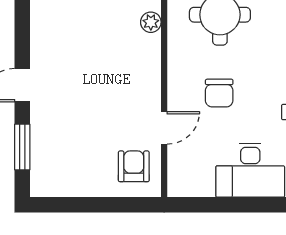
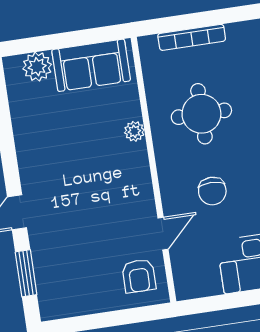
armchair: (134, 166) -> (139, 276), turned 180

